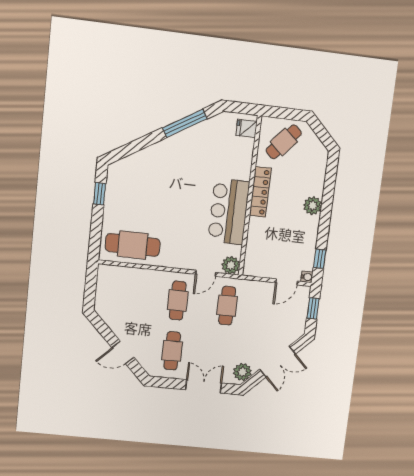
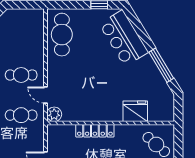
fridge: (247, 128) -> (135, 111), moved, width x1.88, depth x1.34
locker: (260, 192) -> (95, 131), moved
bar counter: (229, 212) -> (124, 38), moved, turned -121

